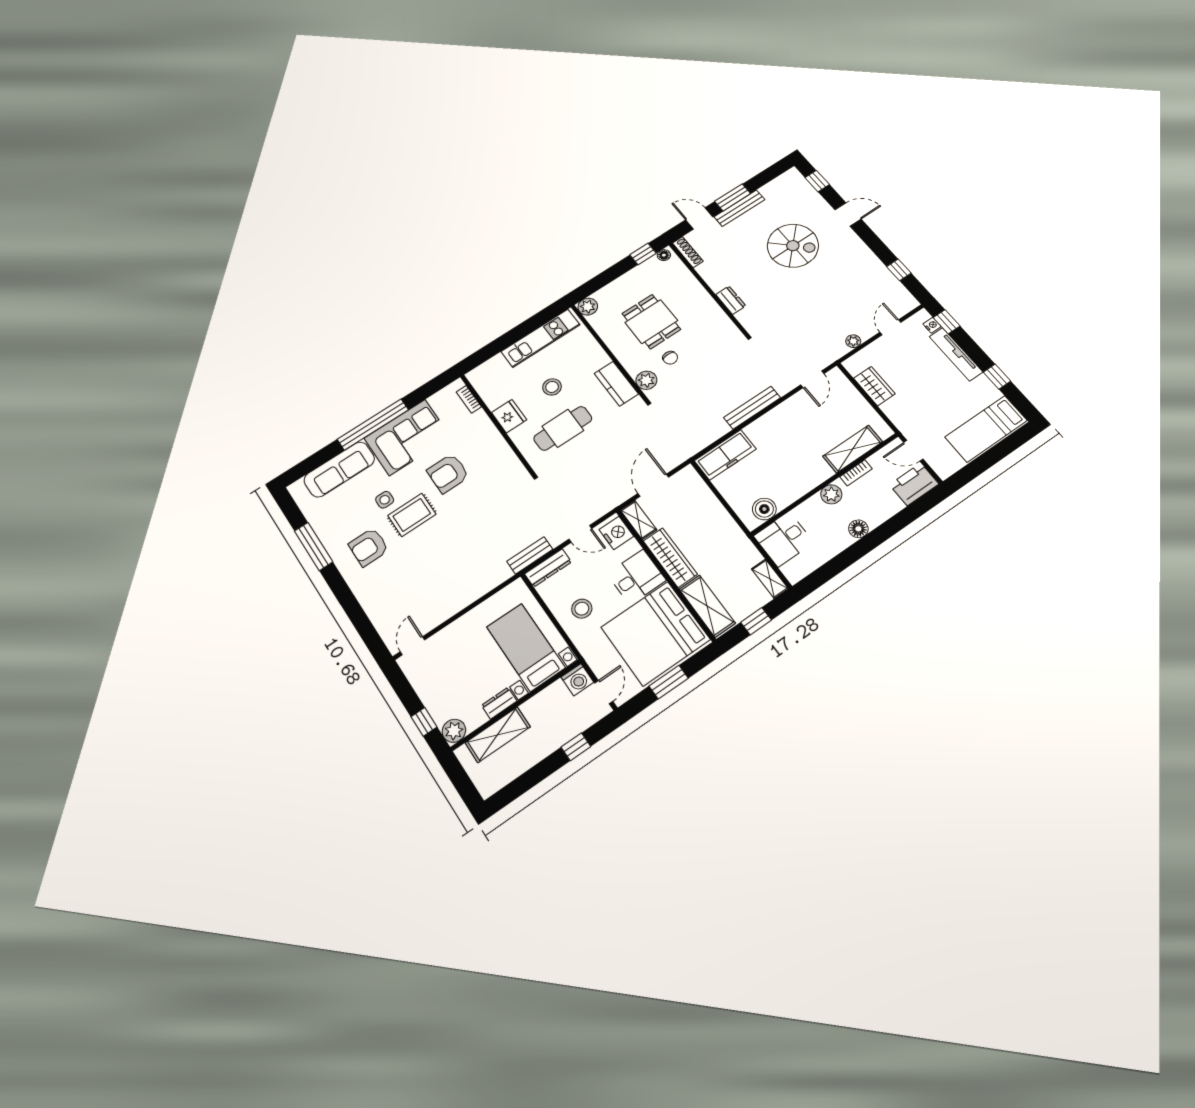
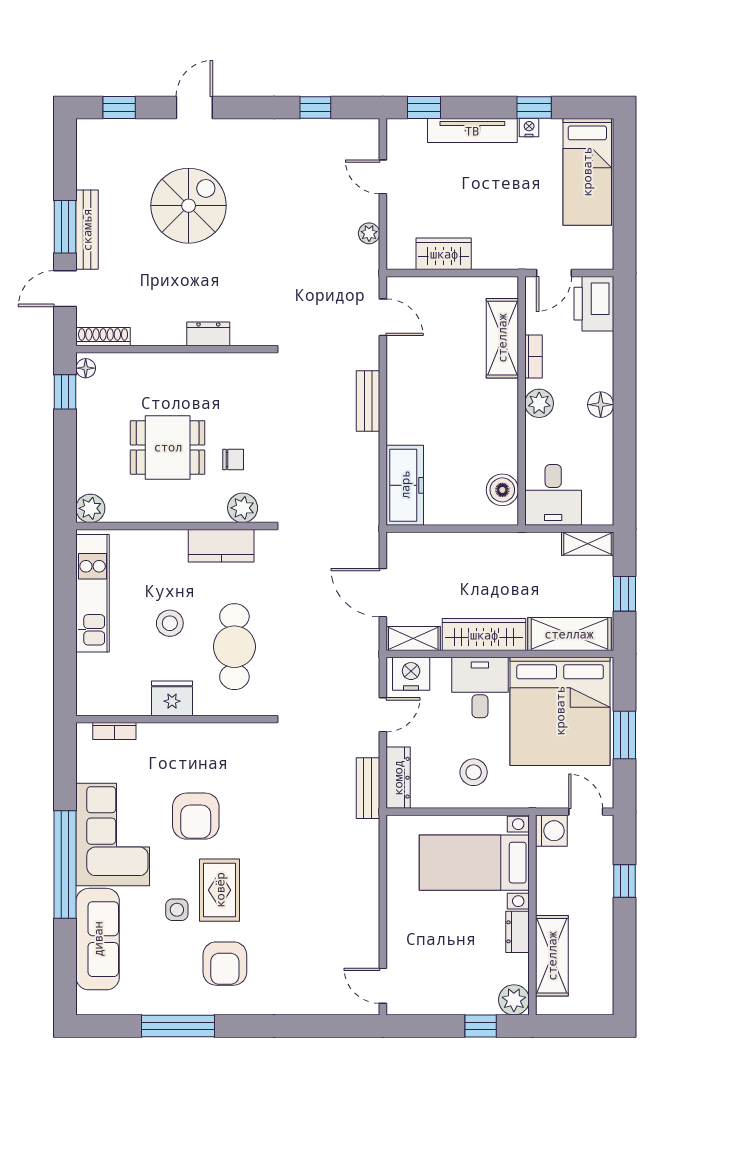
nightstand: (932, 325) -> (529, 128), moved
bench: (752, 408) -> (368, 401), width x0.73

